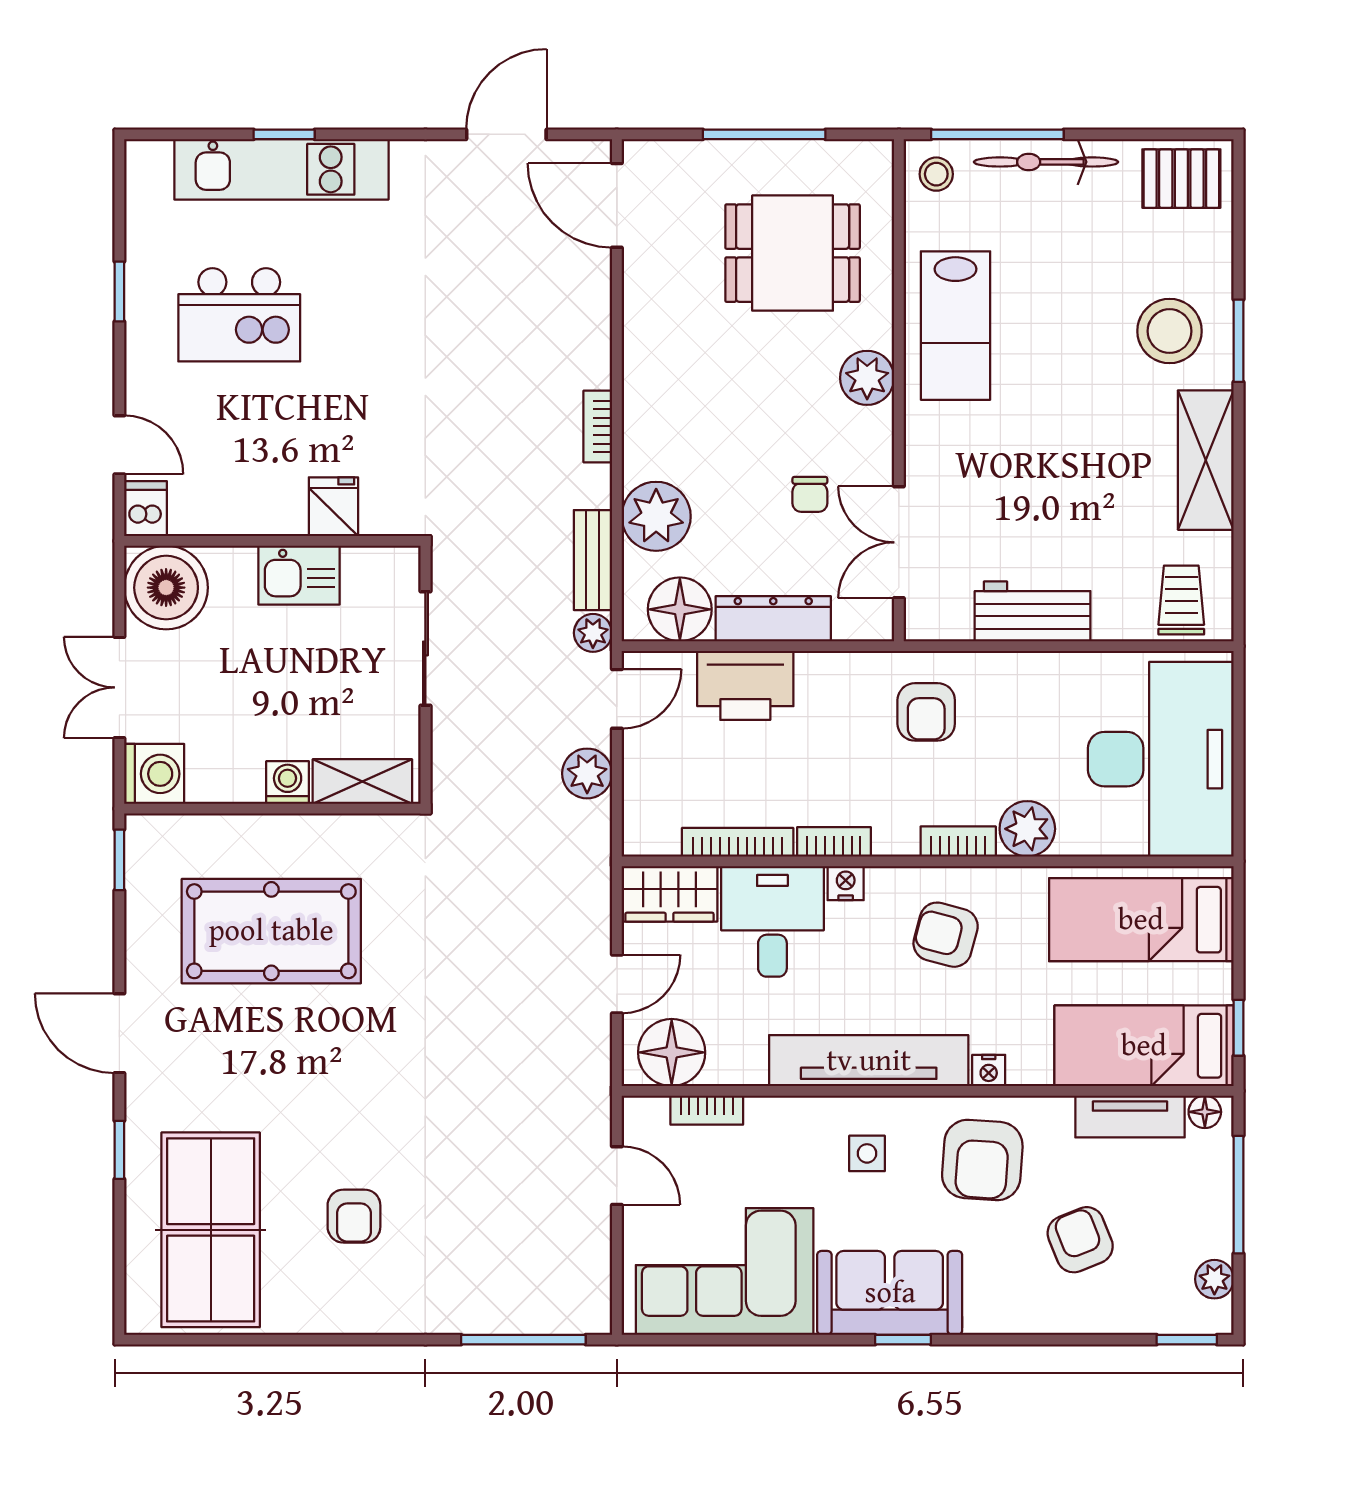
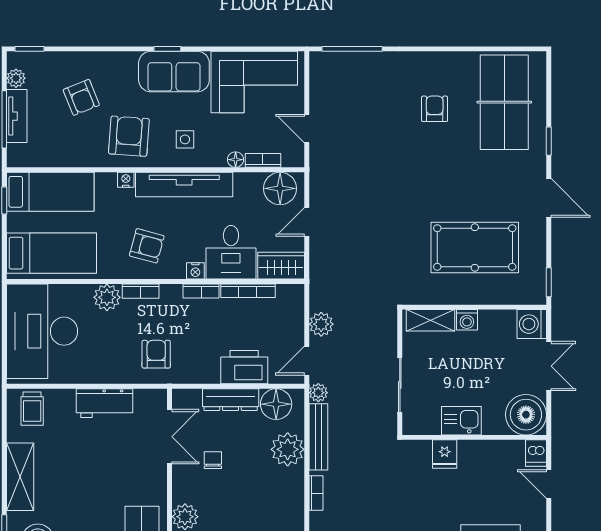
bench: (593, 560) -> (318, 437), width x1.36
floor lamp: (1205, 1112) -> (236, 160), moved
tv unit: (1130, 1117) -> (17, 116), moved, turned 90

